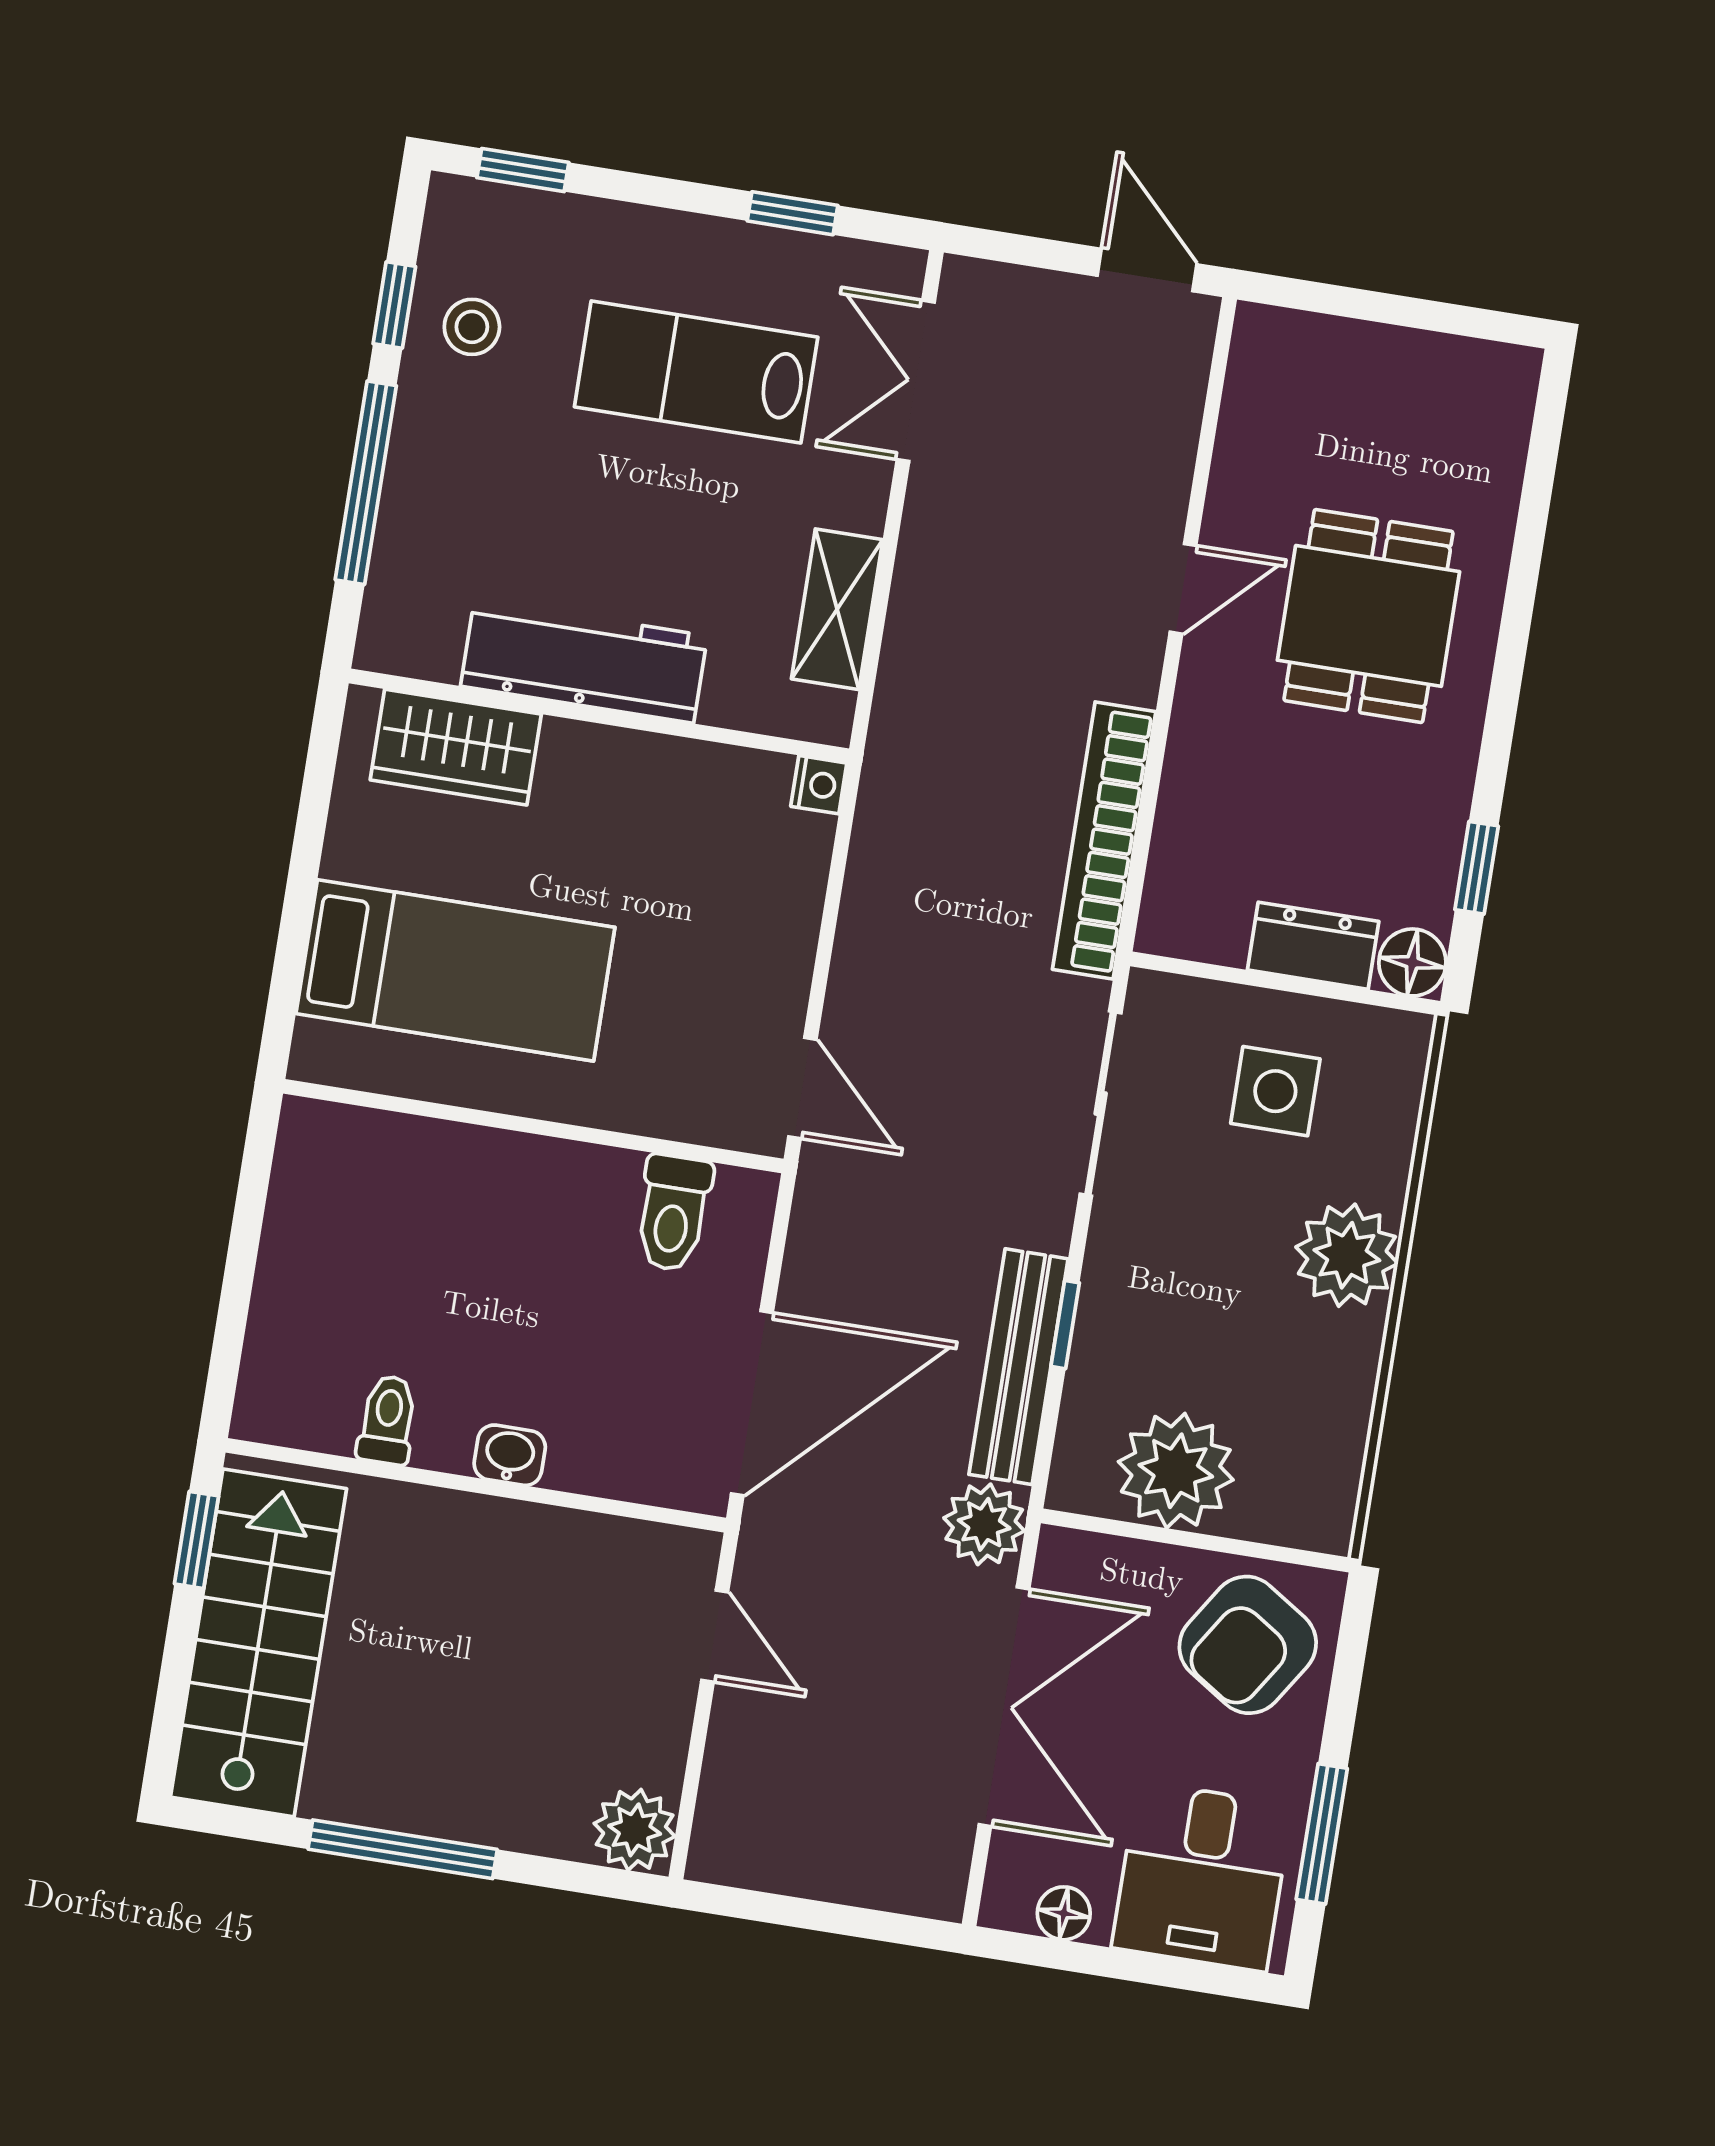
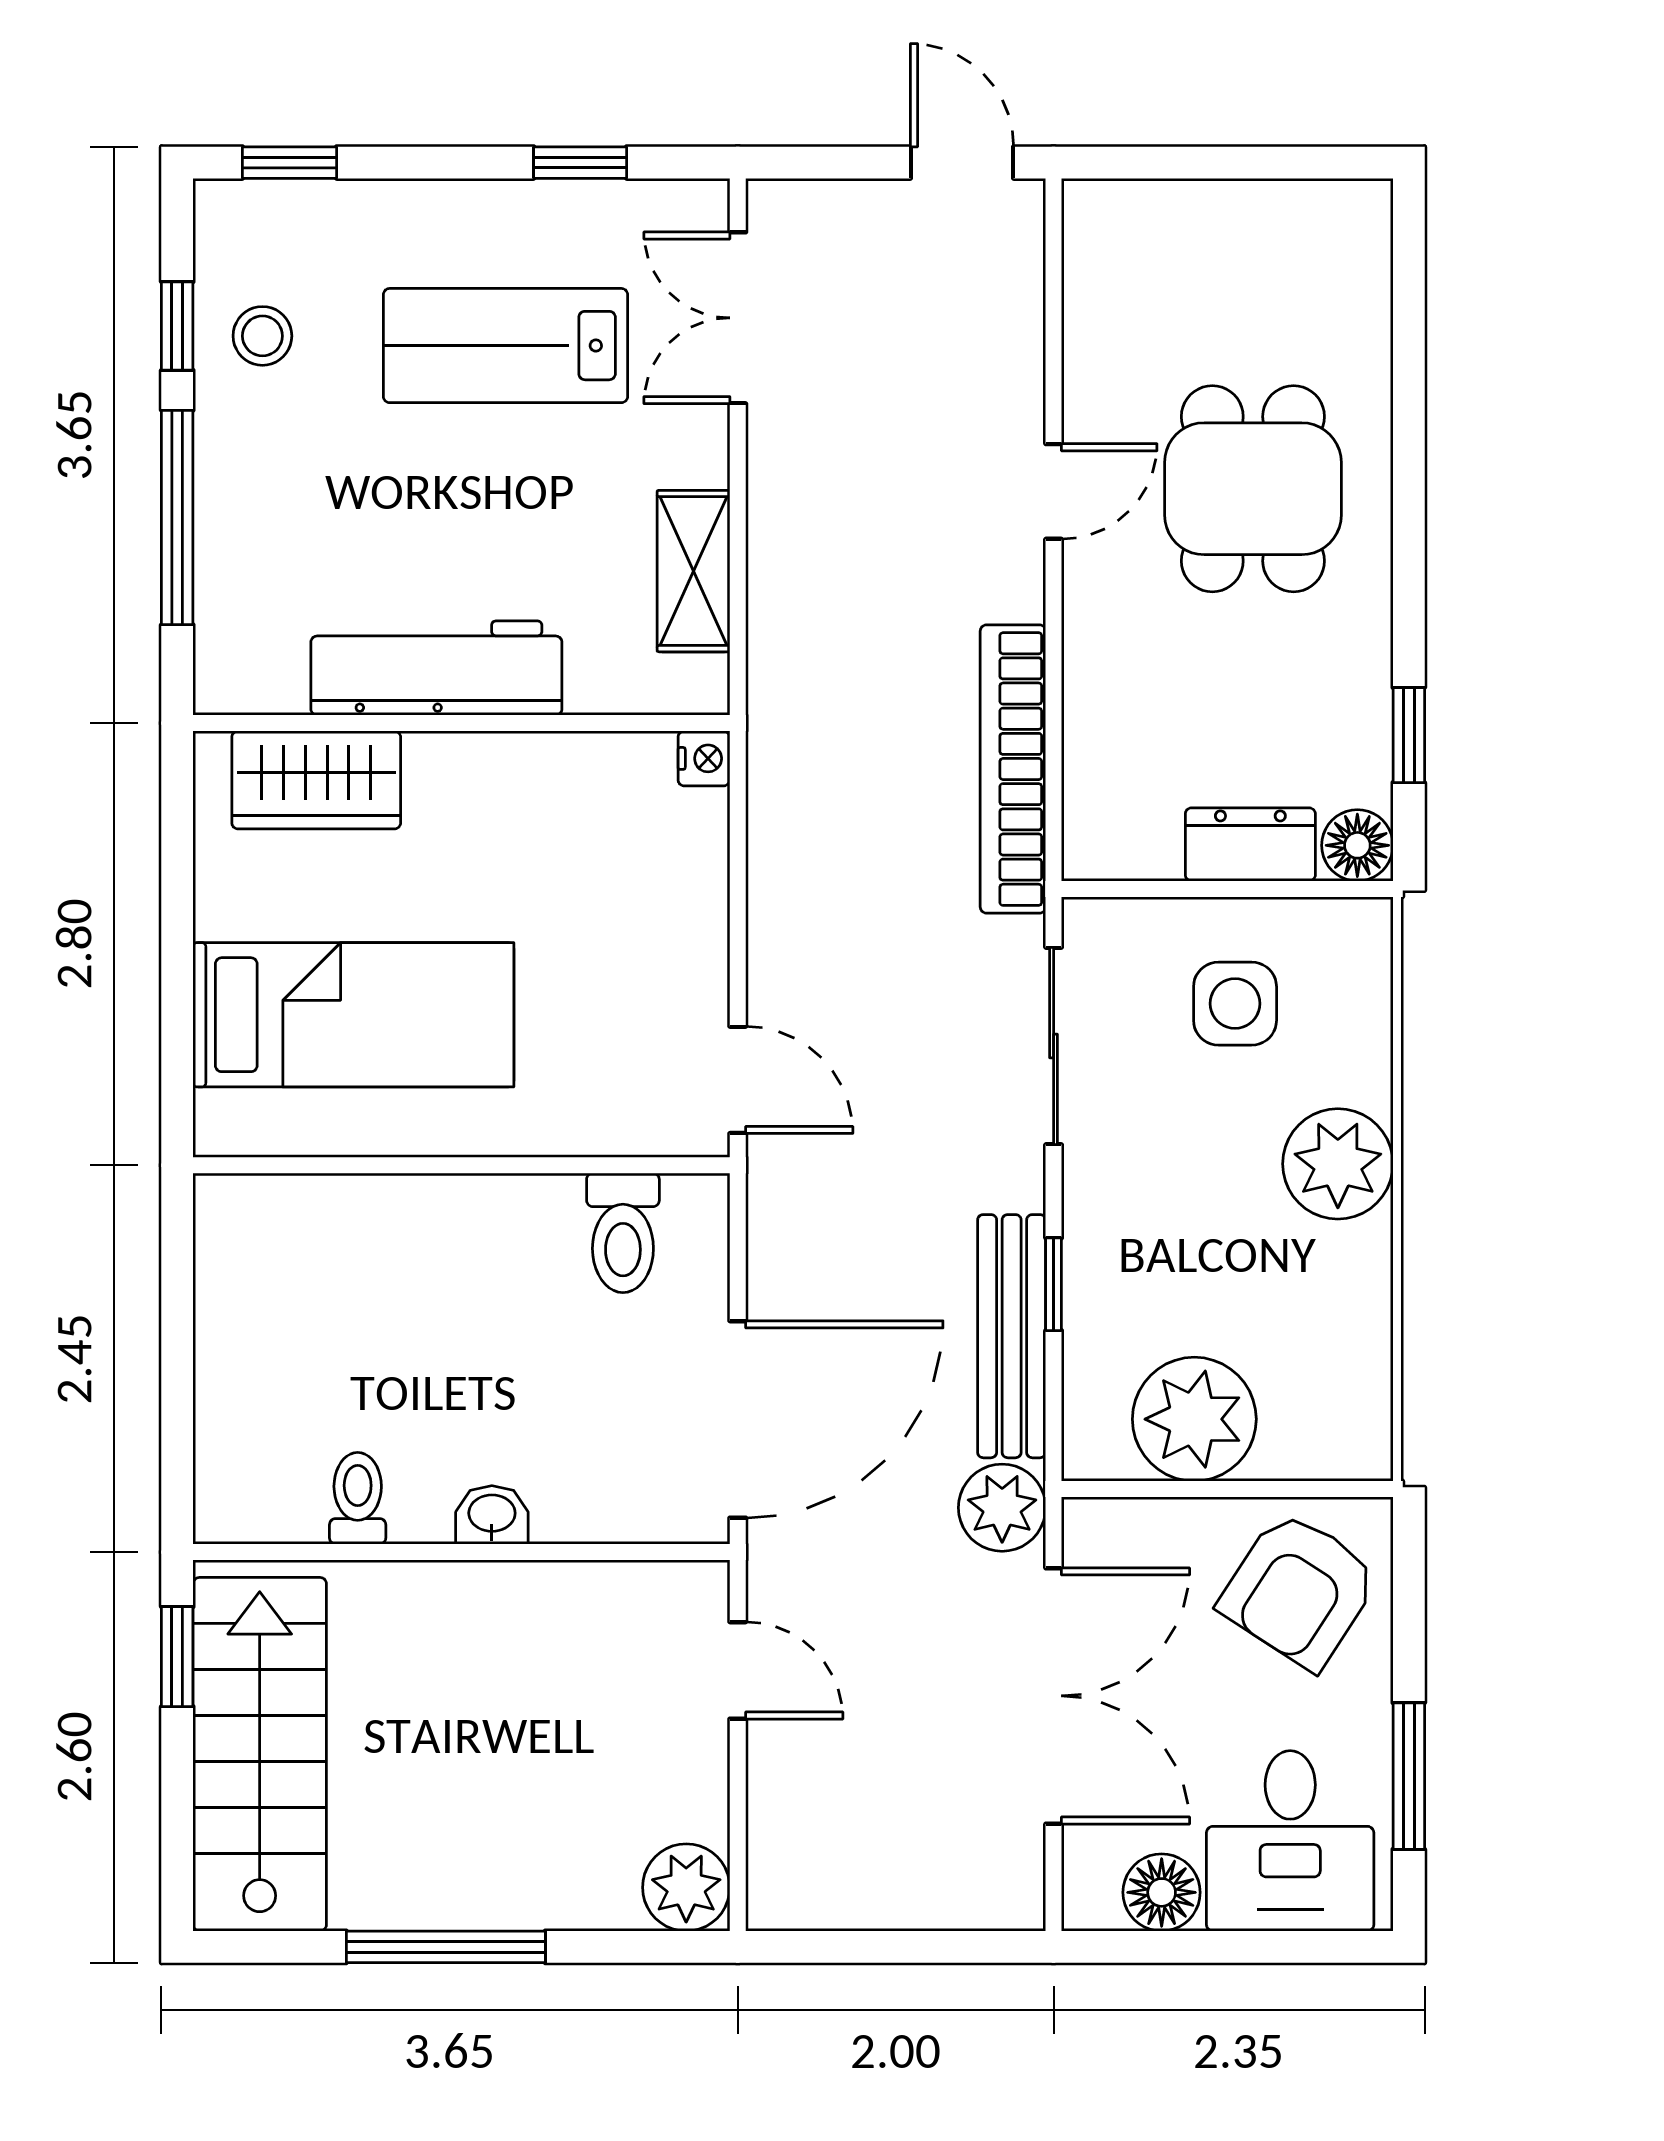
floor lamp: (1064, 1913) -> (1162, 1892), width x1.37, depth x1.37

